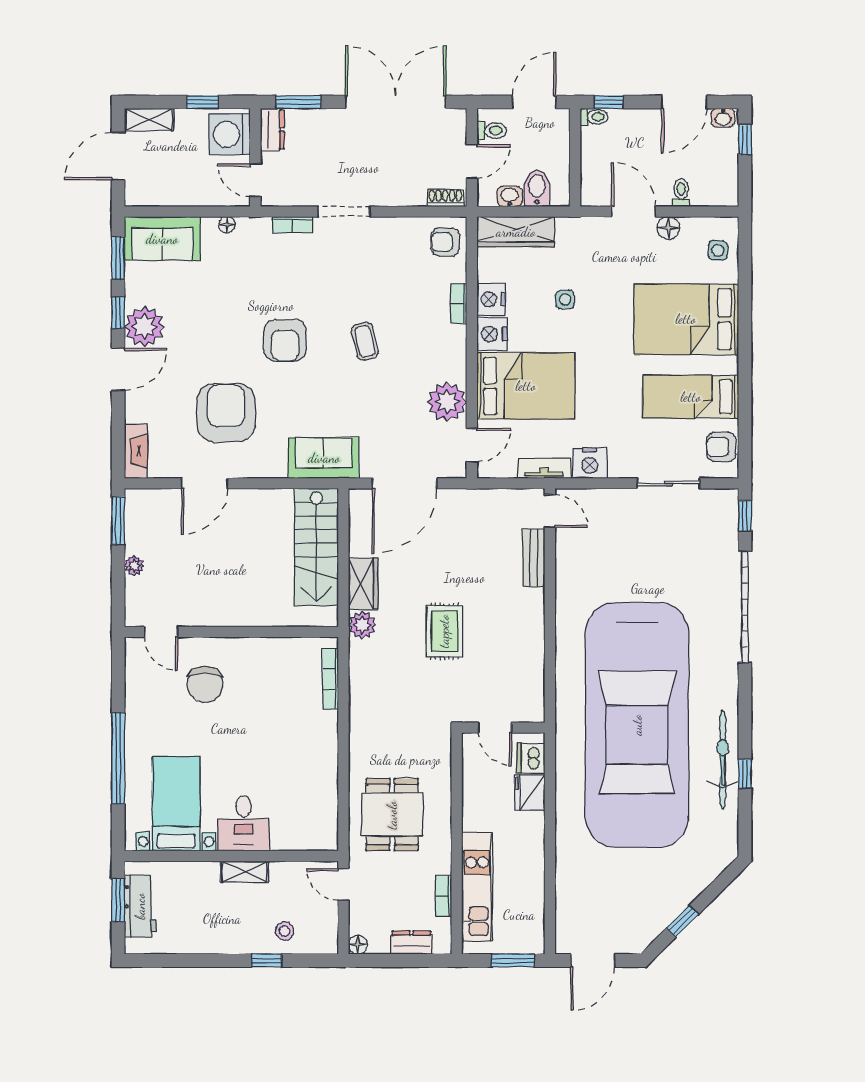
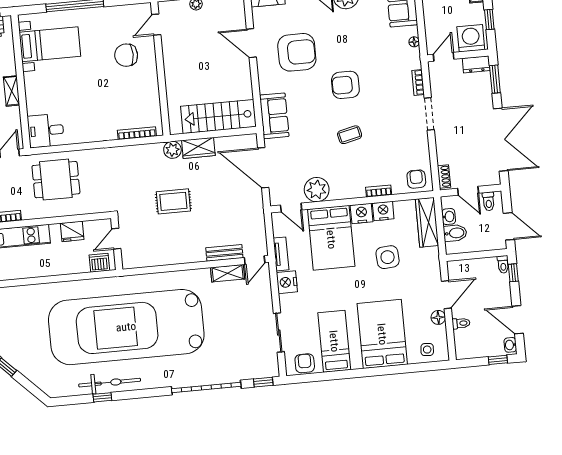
side table: (565, 299) -> (388, 257), width x1.87, depth x1.87
shelving: (567, 556) -> (228, 273), added
fridge: (530, 792) -> (72, 231), moved, turned 180
desk: (244, 823) -> (46, 131), moved

